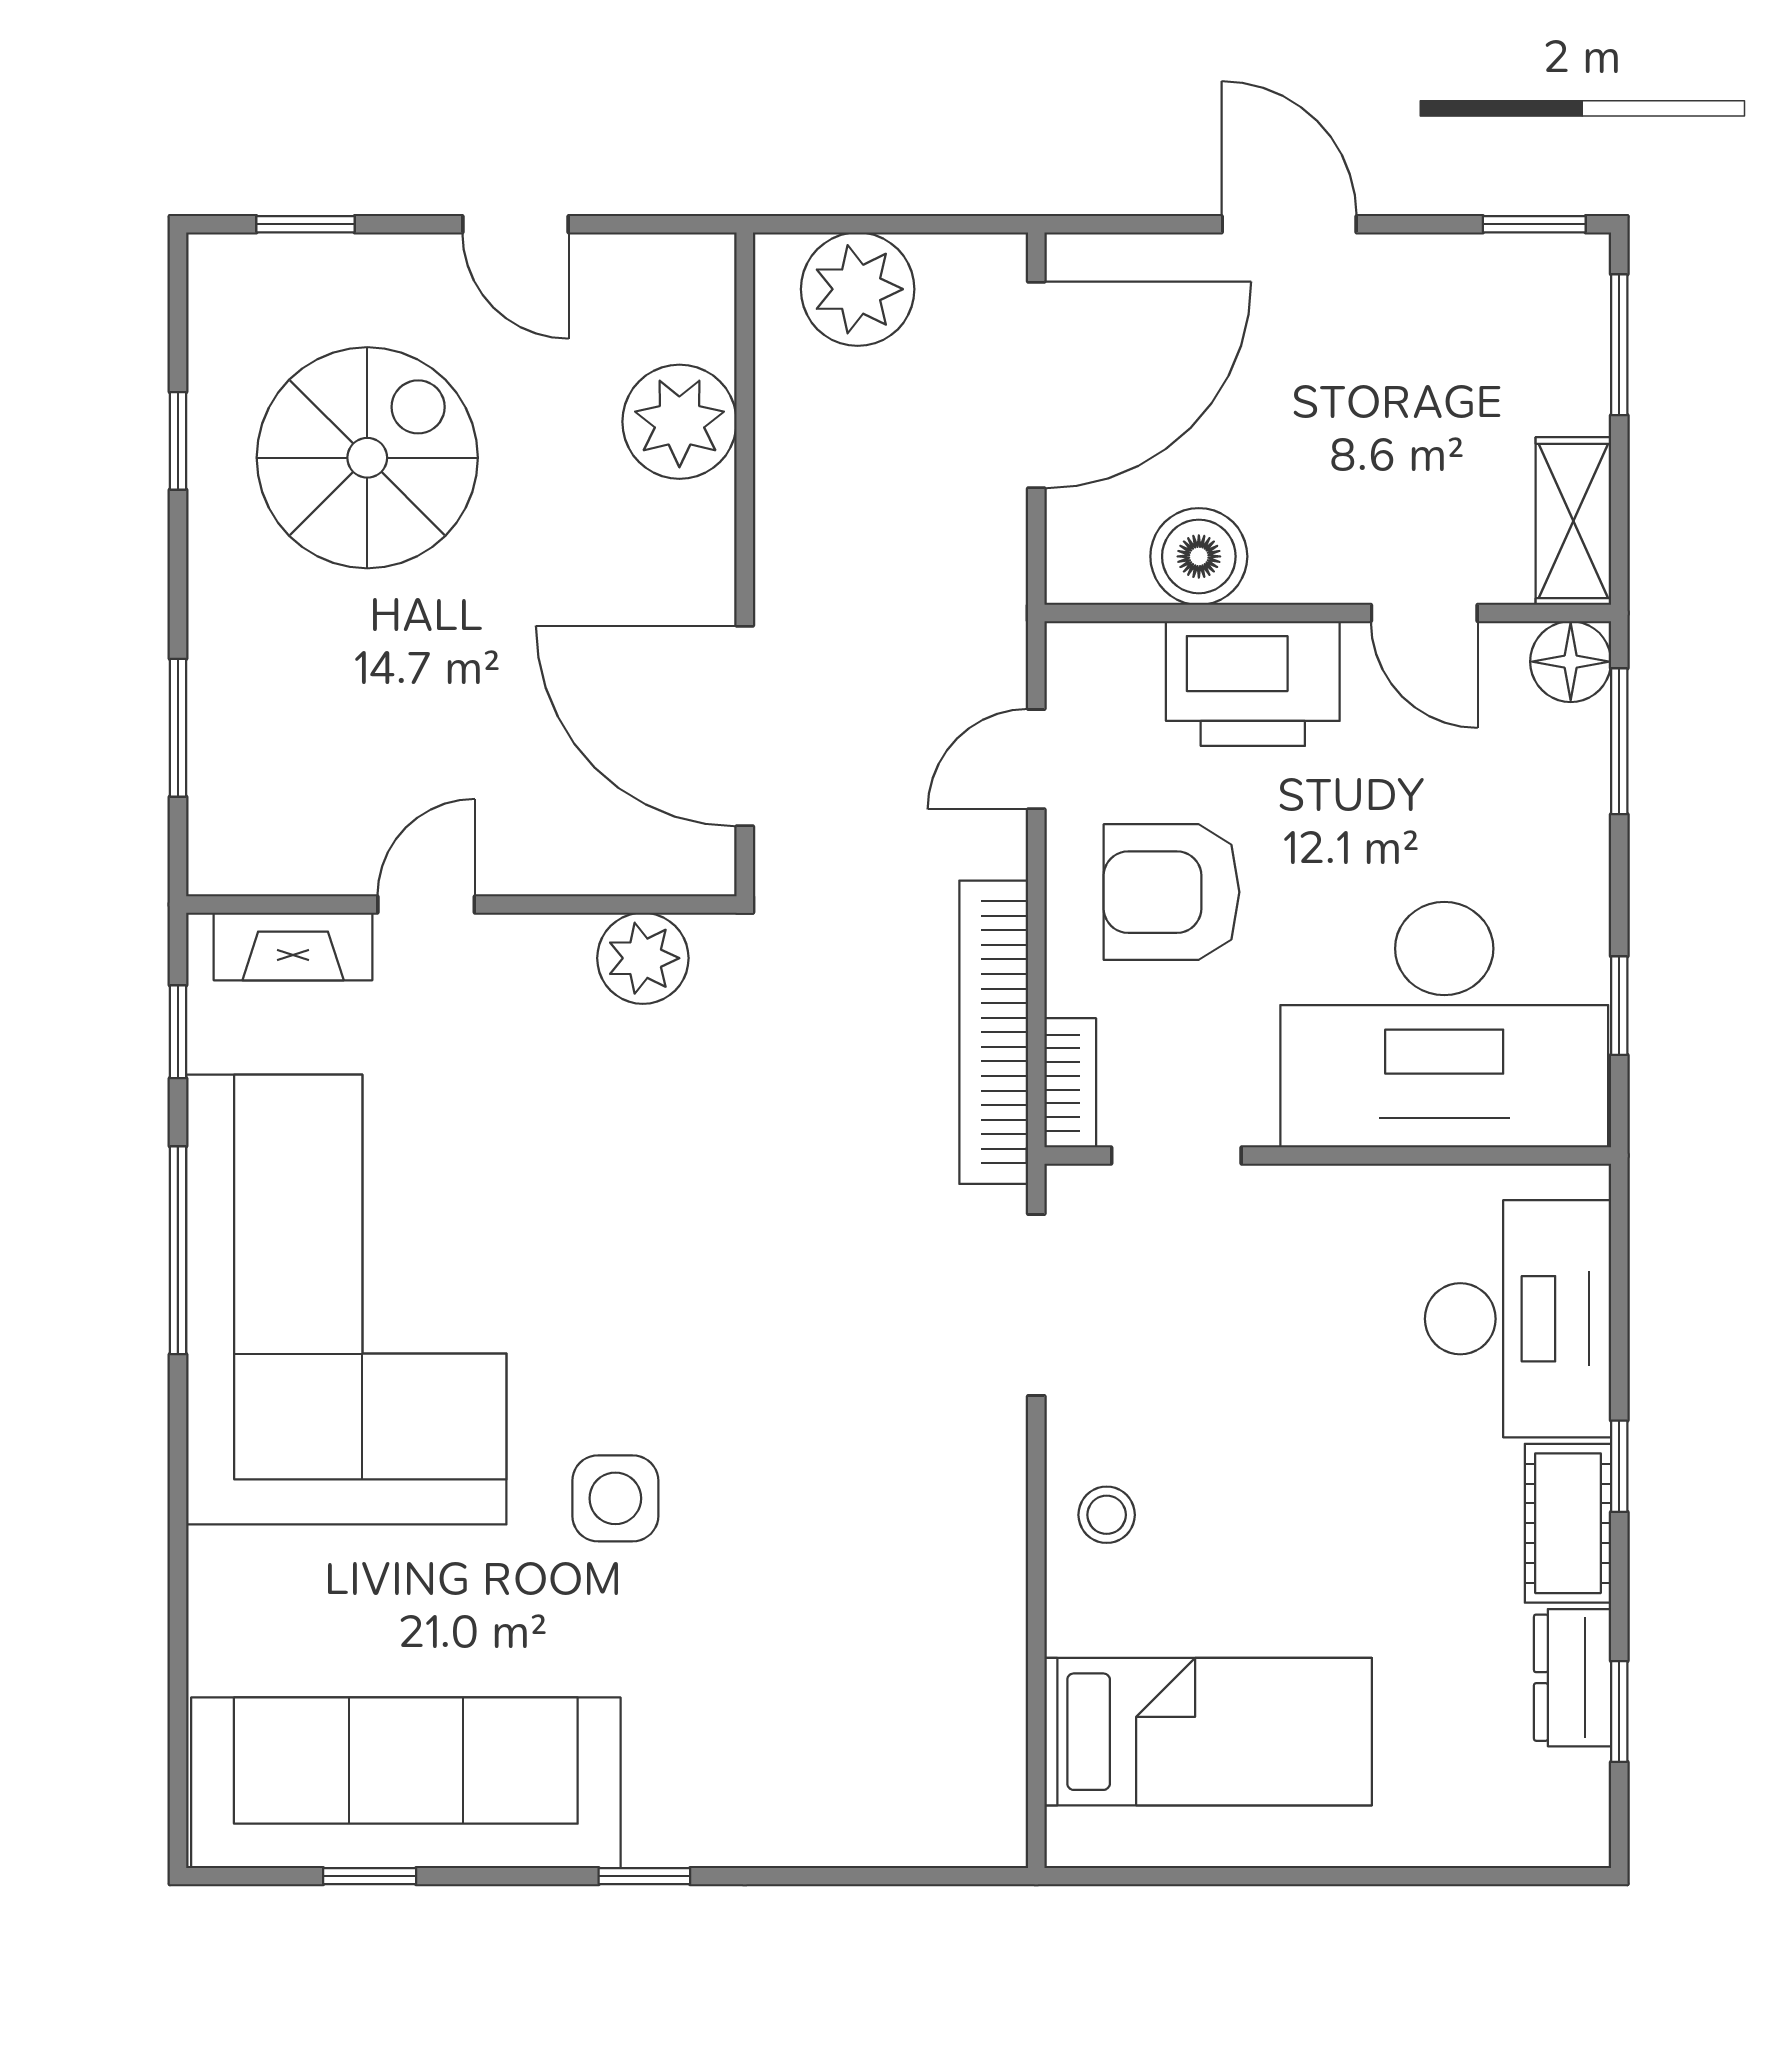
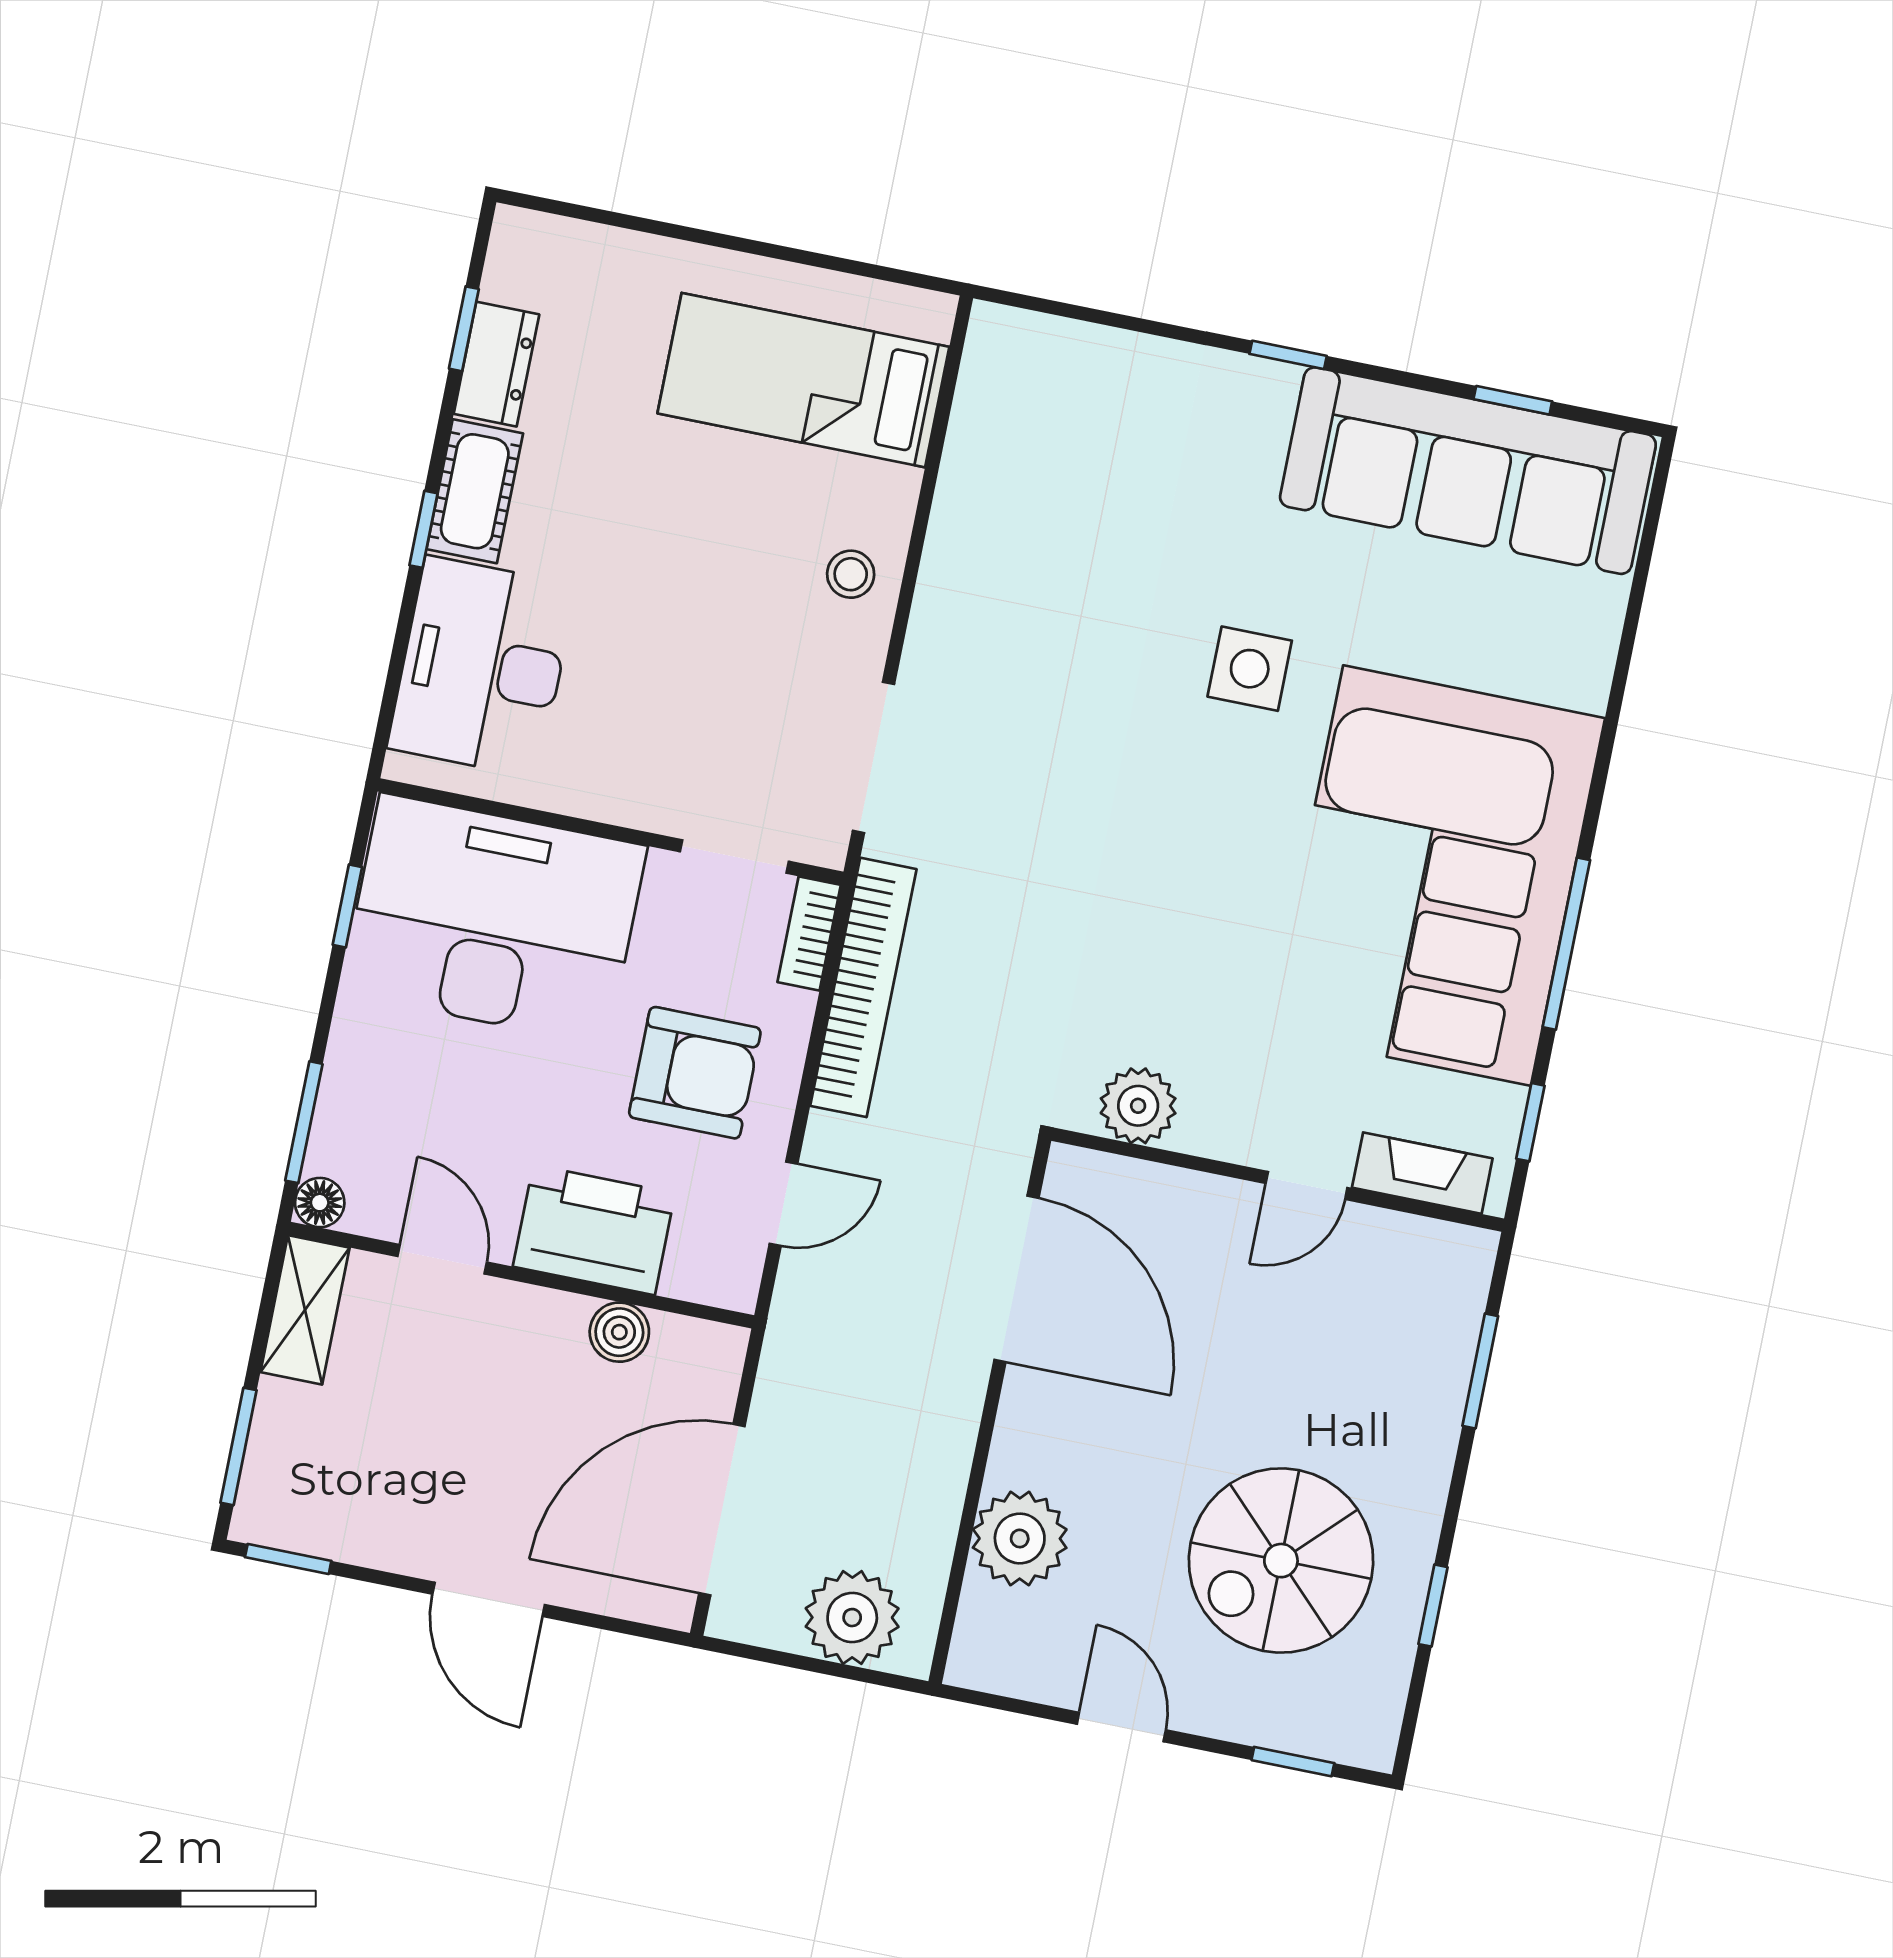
boiler: (1199, 556) -> (619, 1332), width x0.73, depth x0.73
floor lamp: (1571, 662) -> (320, 1203), width x0.73, depth x0.73

